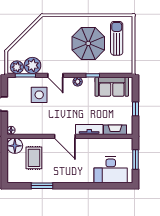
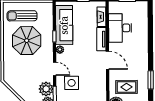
door: (55, 75) -> (55, 69), hinge flipped
sofa: (112, 87) -> (64, 25), width x1.36
door: (65, 136) -> (107, 60), hinge flipped
desk: (111, 170) -> (120, 28), moved, turned 180

